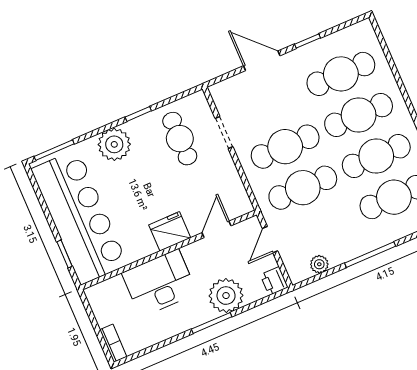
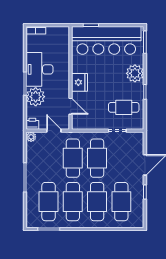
plant: (319, 264) -> (31, 137), moved
desk: (159, 283) -> (39, 69), moved, turned 180

